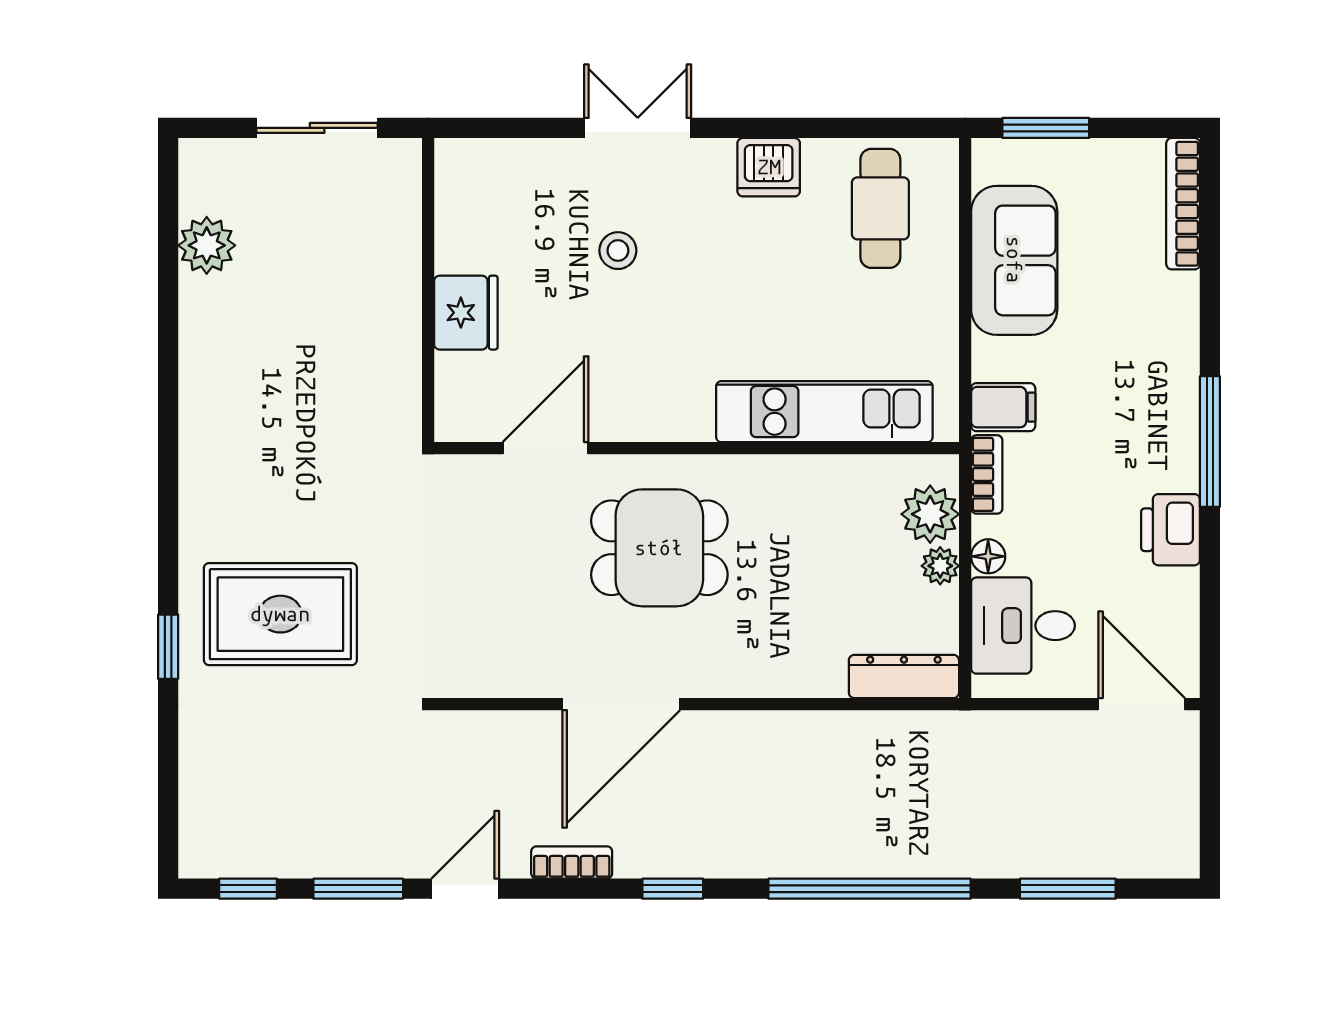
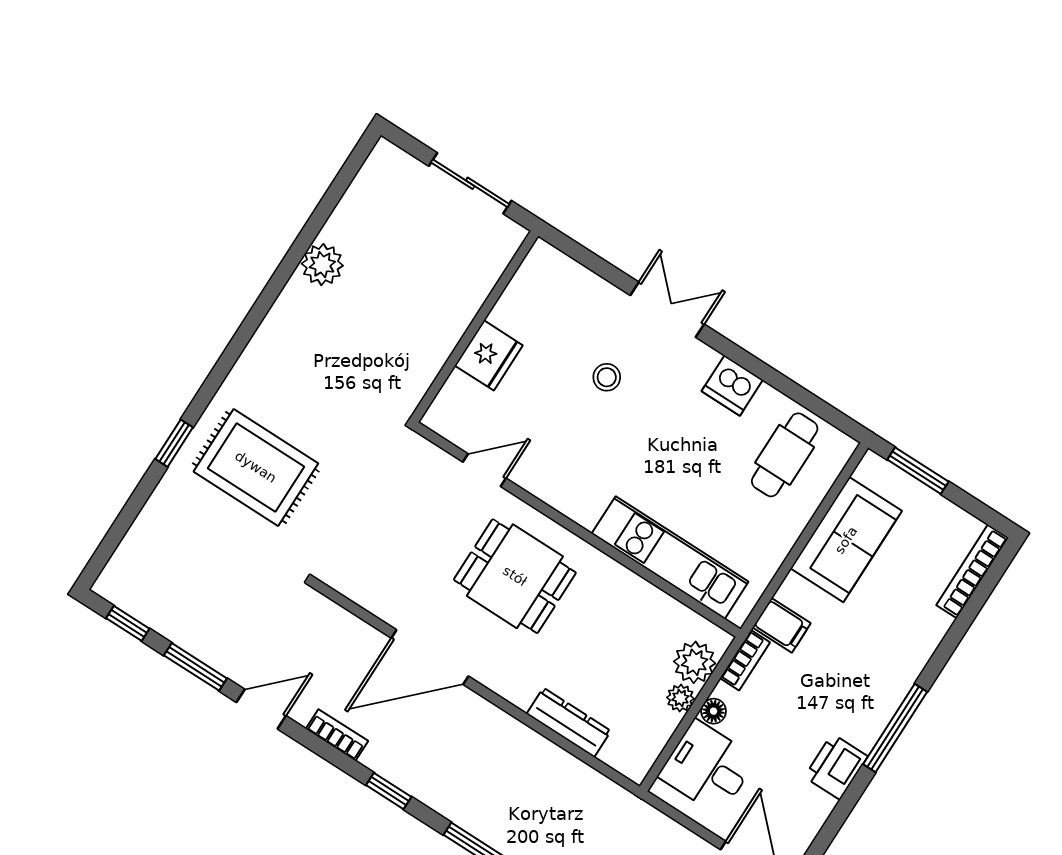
plant: (207, 245) -> (322, 265), moved
door: (546, 448) -> (484, 470), width x0.73
dresser: (904, 676) -> (569, 722), moved

